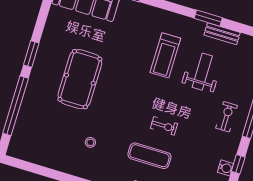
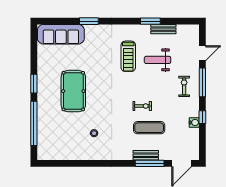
weight bench: (202, 72) -> (158, 60), turned -90
exercise mat: (149, 156) -> (149, 128), moved

